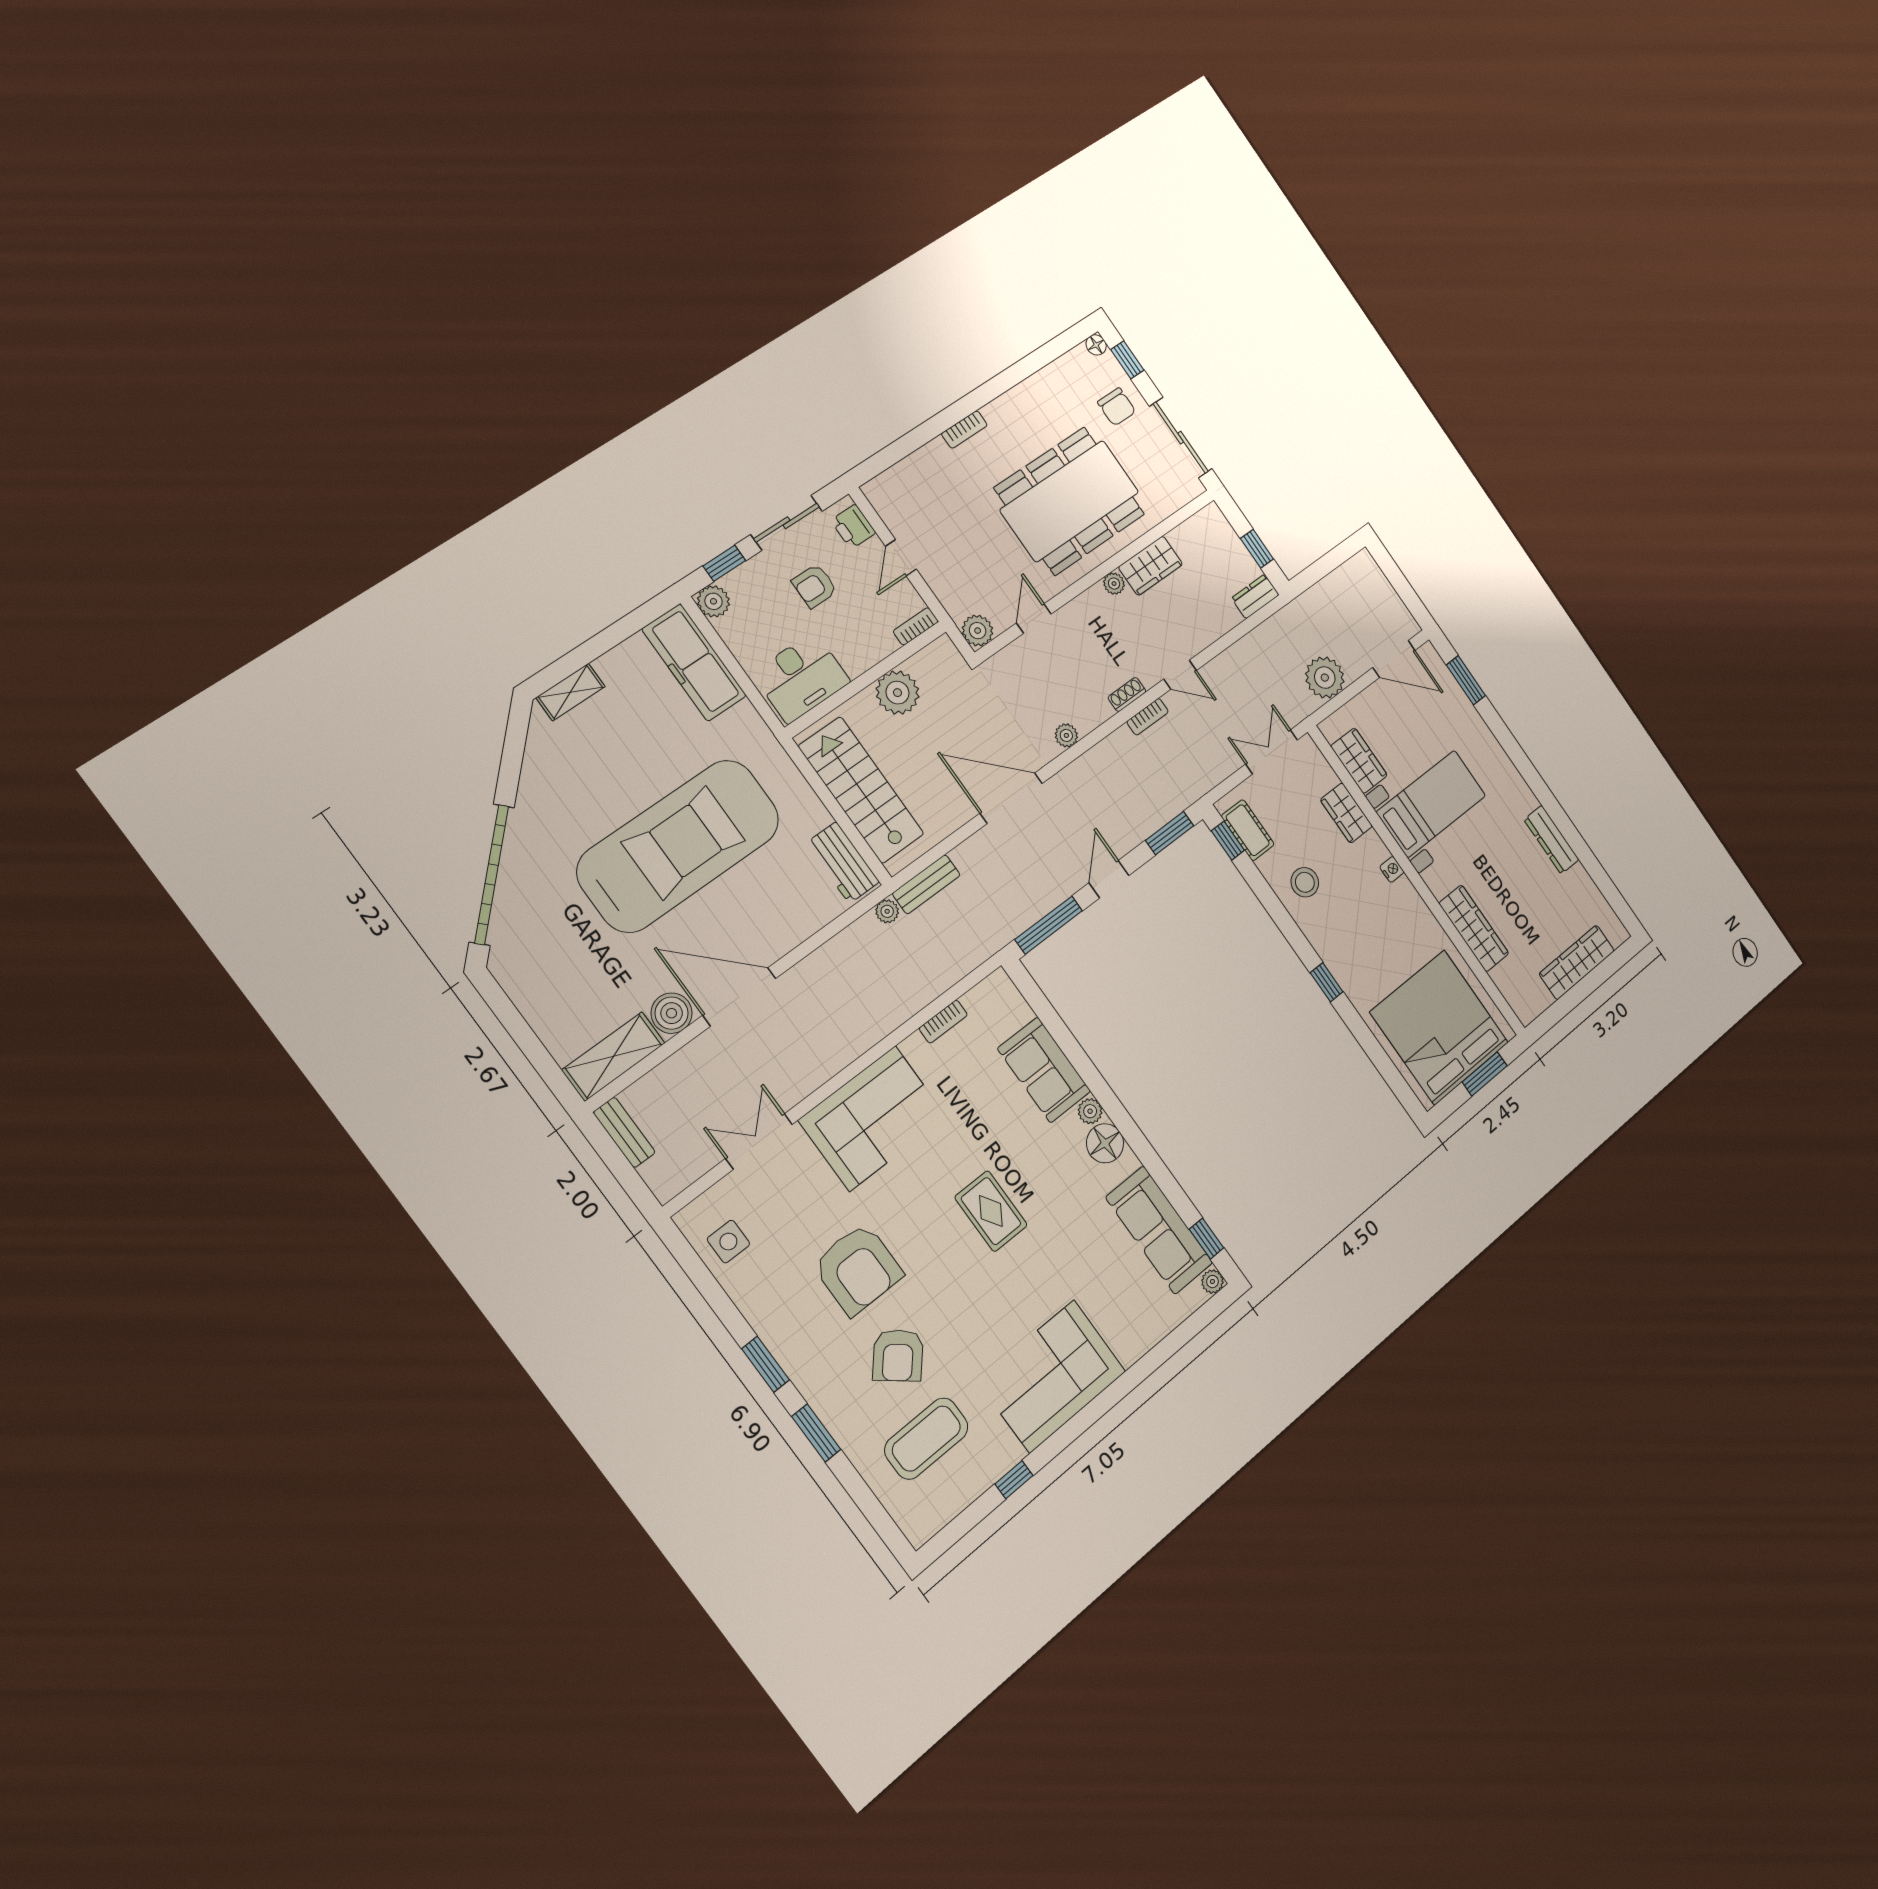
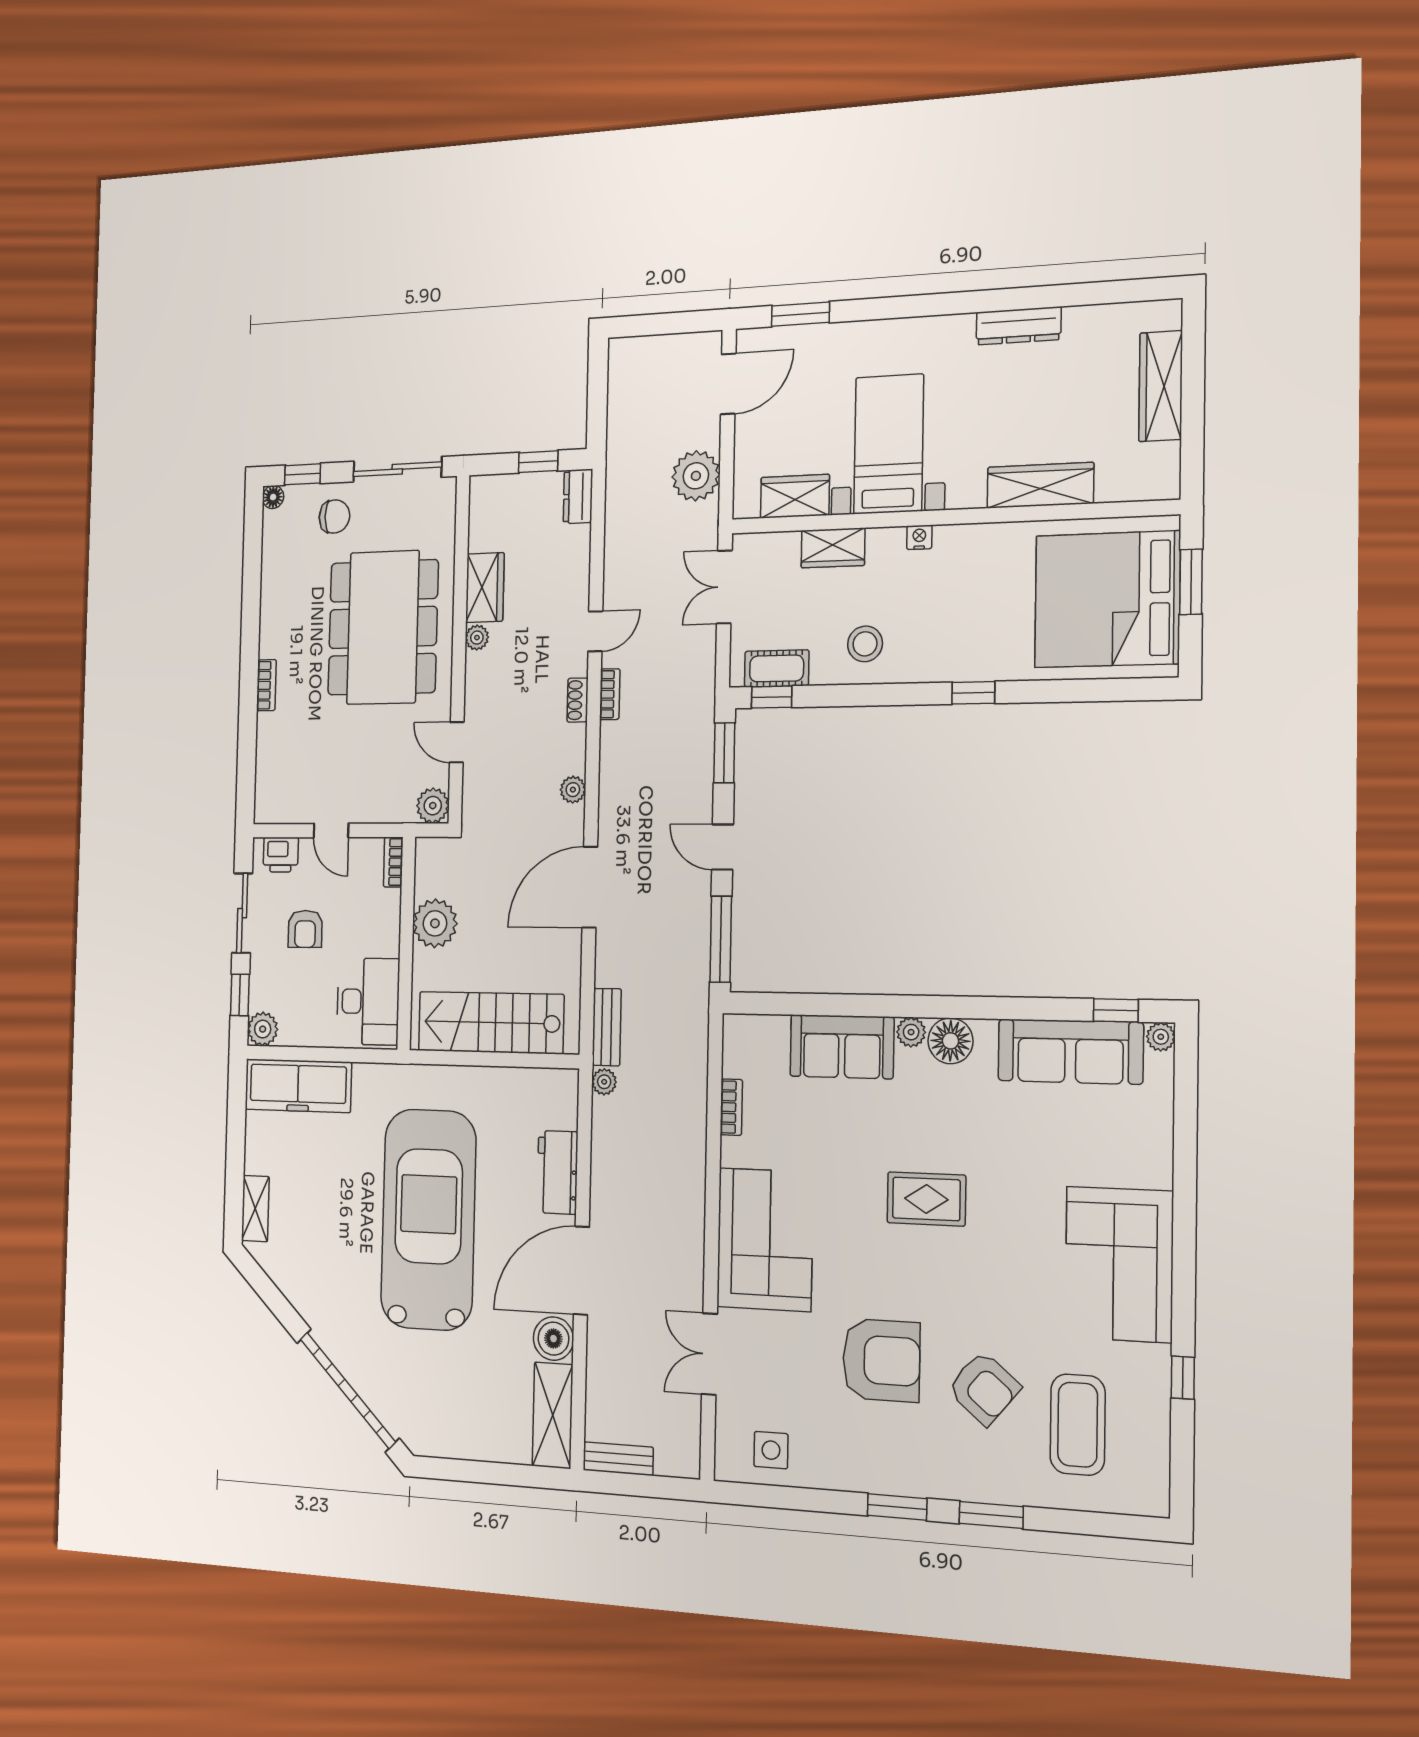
workbench: (843, 863) -> (557, 1172), moved, turned 90

